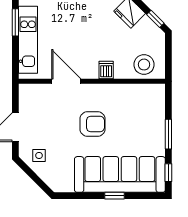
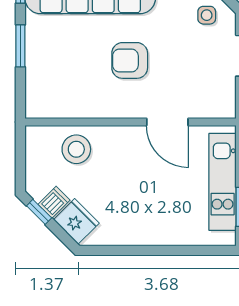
stool: (144, 65) -> (76, 149), moved
dishwasher: (106, 70) -> (54, 202), moved, turned -135

